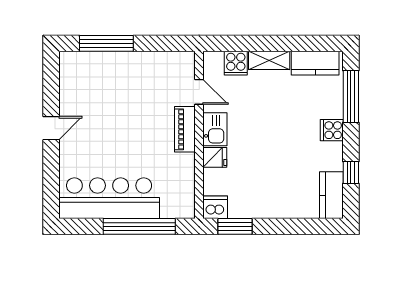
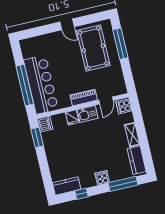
cooker: (236, 63) -> (124, 106), moved
pool table: (103, 92) -> (93, 48), added
bar counter: (109, 198) -> (41, 85), moved

